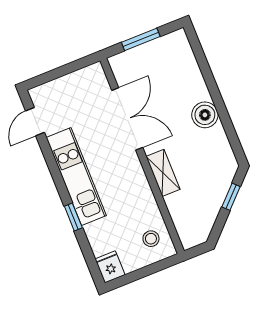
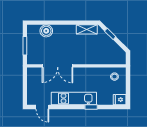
boiler: (205, 115) -> (46, 31), moved
double door: (127, 119) -> (58, 66), swing flipped
shelving: (163, 173) -> (87, 29), moved

